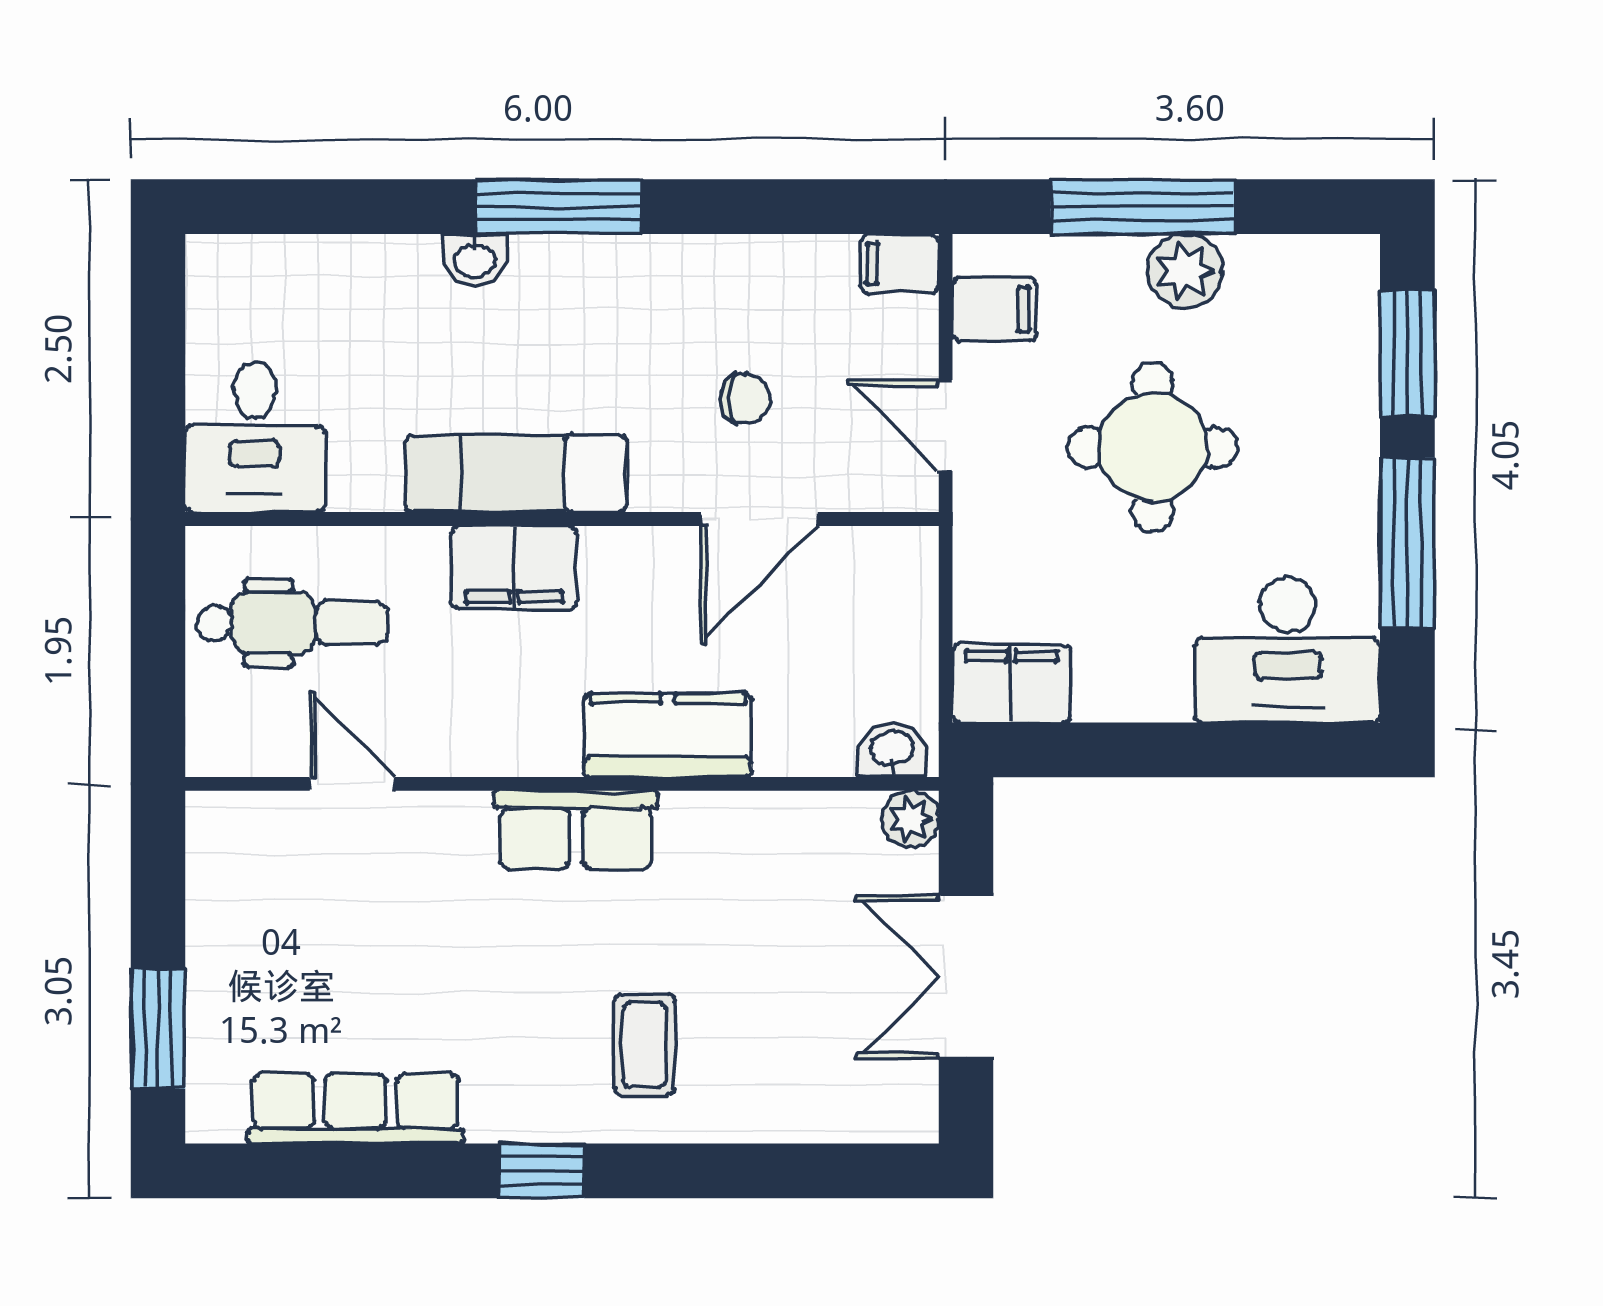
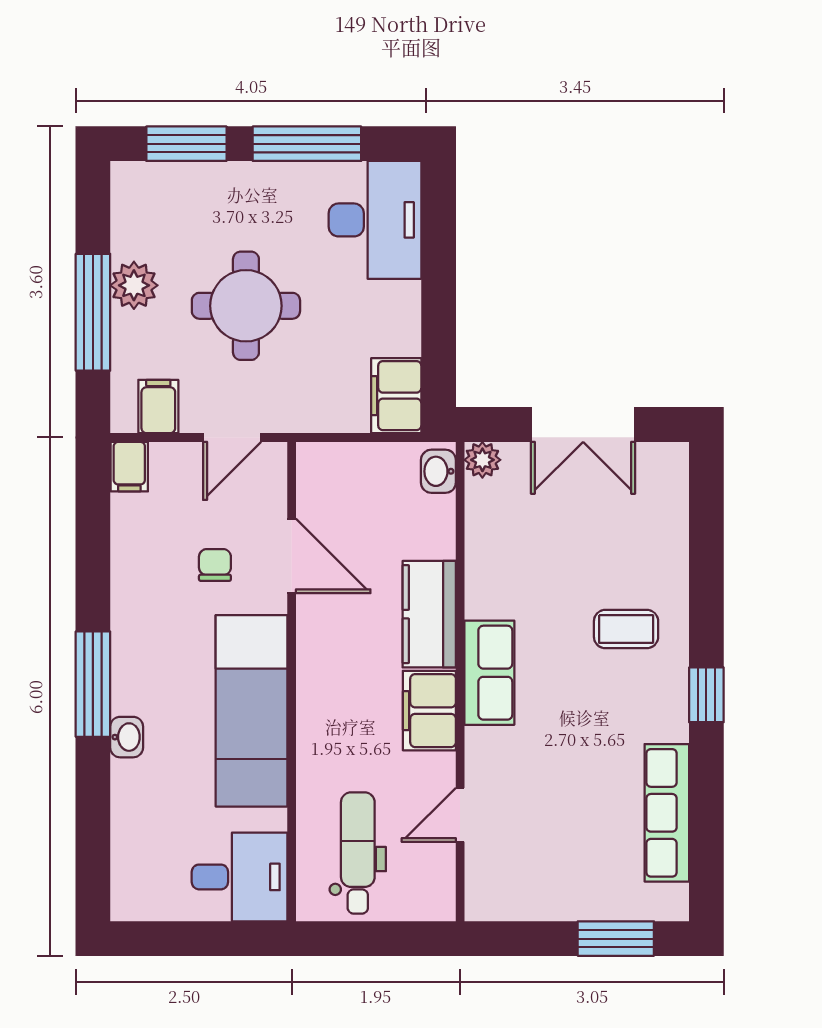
exam couch: (516, 474) -> (252, 711), width x1.36, depth x1.45
filing cabinet: (514, 567) -> (429, 711), moved, turned 180

